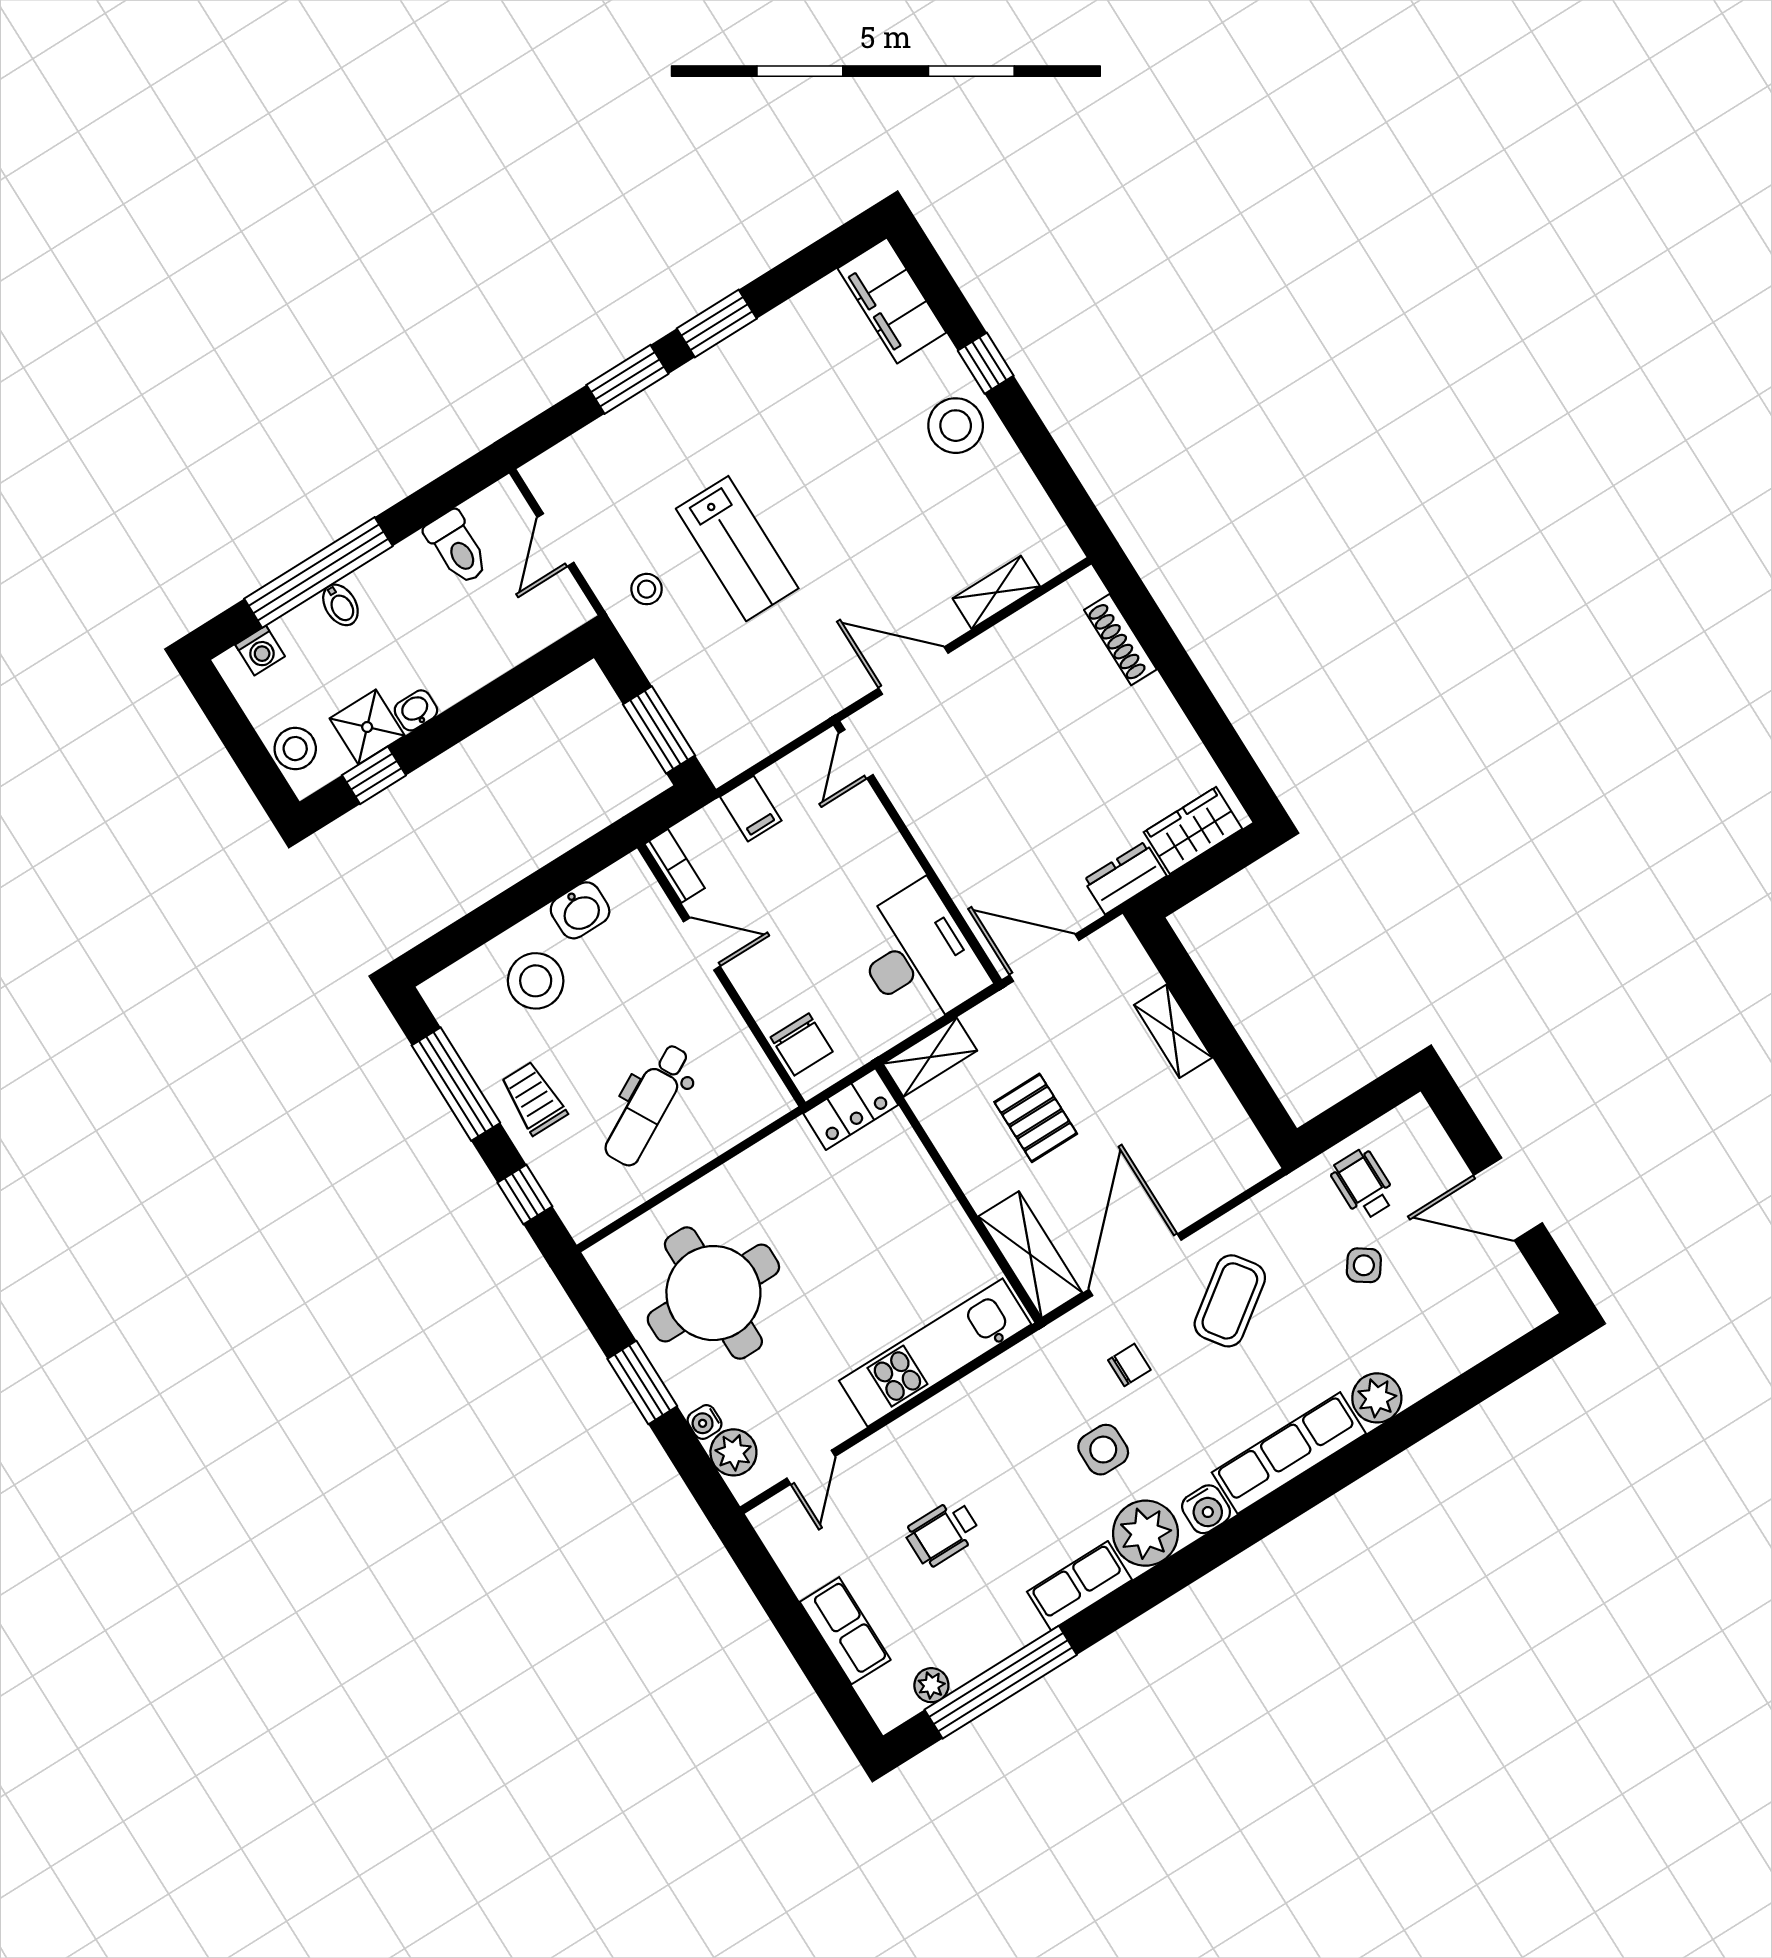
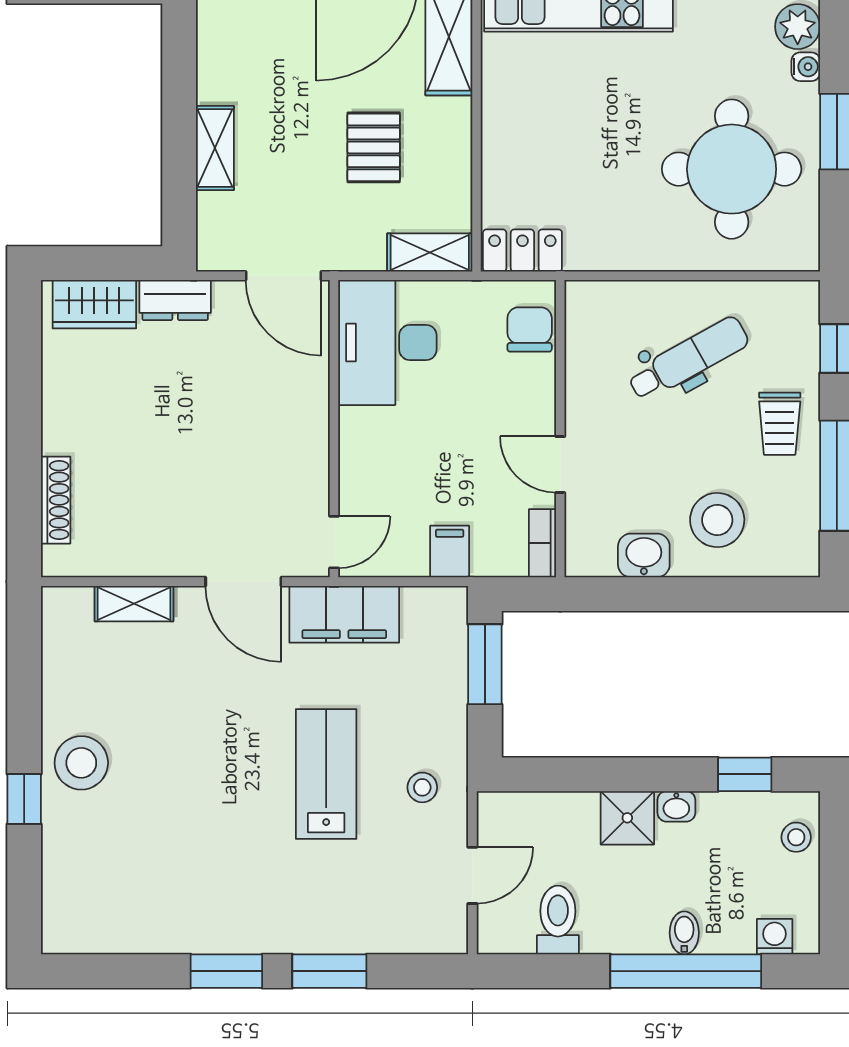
filing cabinet: (892, 301) -> (344, 614), moved, turned 90
shower: (367, 727) -> (627, 818), moved
stool: (295, 749) -> (796, 837), width x0.73, depth x0.73

